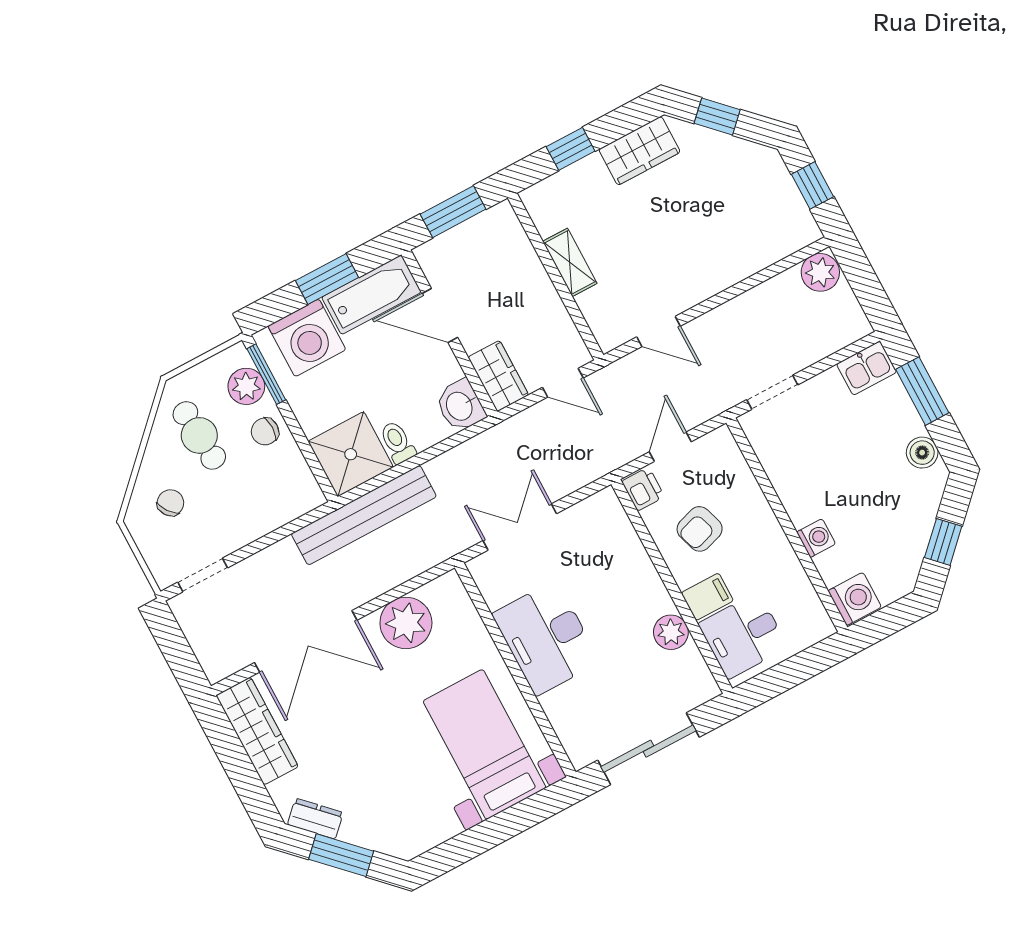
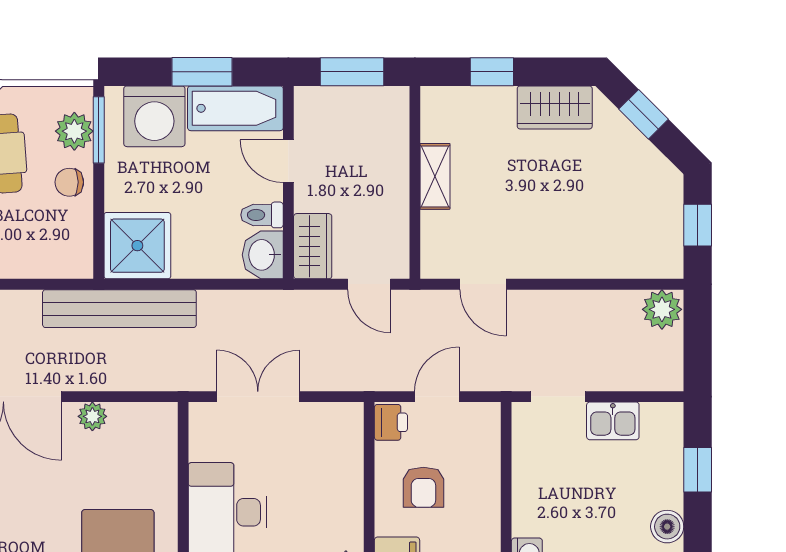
door: (440, 315) -> (288, 161), width x0.73
kitchen sink: (867, 368) -> (613, 421), moved
window: (922, 391) -> (698, 470), width x0.67
toilet: (397, 442) -> (262, 215), moved, turned -90
armchair: (700, 529) -> (423, 487), turned -72
plant: (406, 623) -> (92, 416), width x0.53, depth x0.53

